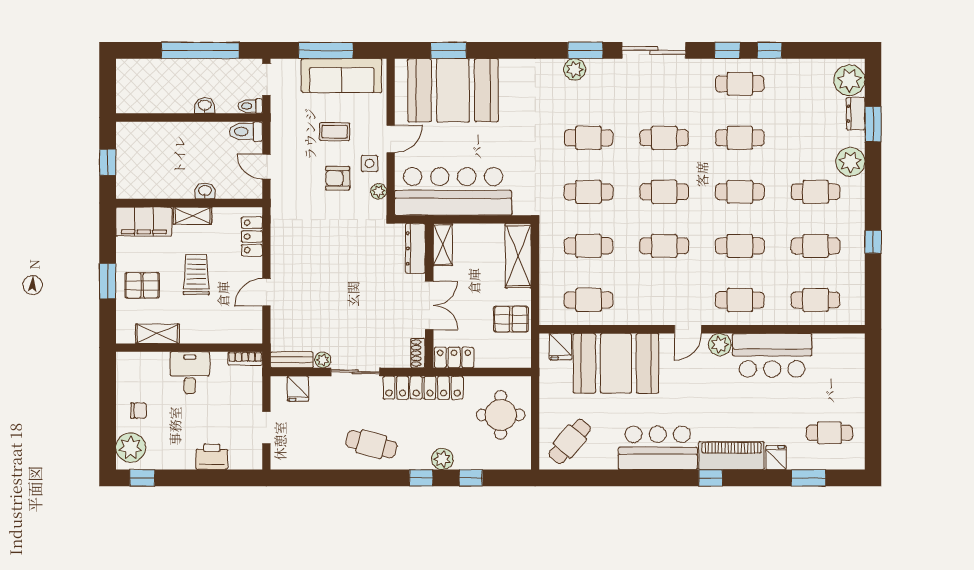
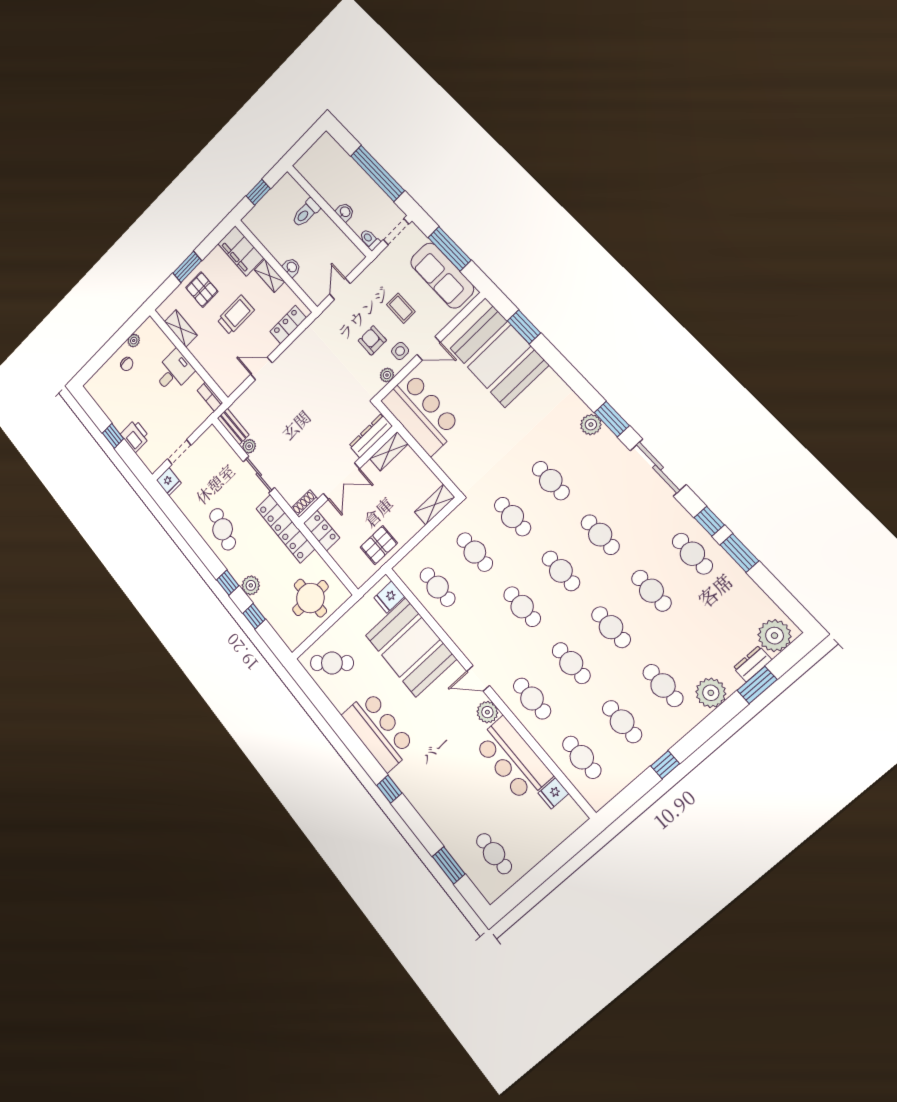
window: (769, 50) -> (739, 553), width x1.50
toilet: (246, 132) -> (306, 213), moved, turned -90
bar counter: (453, 191) -> (421, 413), width x0.73
shelving: (518, 256) -> (435, 505), width x0.67, depth x0.75
pallet: (511, 319) -> (379, 545), turned 90
fridge: (298, 389) -> (169, 482), moved, turned -90
plant: (131, 448) -> (134, 341), moved, width x0.53, depth x0.53
piano: (731, 456) -> (417, 791), removed
fridge: (776, 458) -> (553, 793), moved, turned 180
window: (142, 478) -> (113, 436), moved

